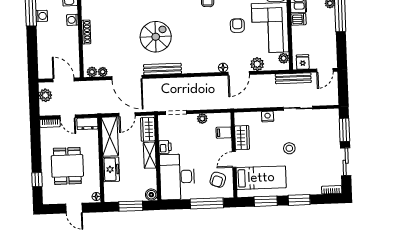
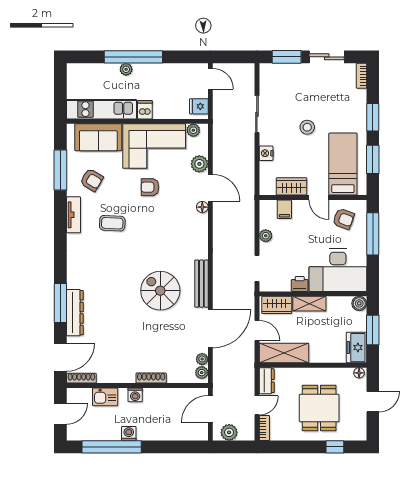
bench: (293, 78) -> (219, 119), removed
dining table: (67, 166) -> (319, 408), turned 90
freezer: (111, 169) -> (356, 348), moved, turned -90

